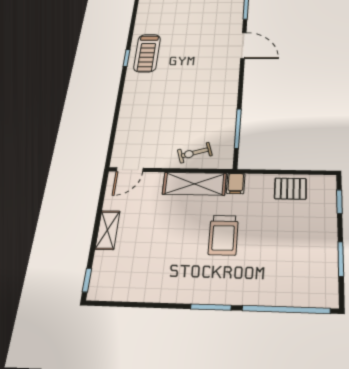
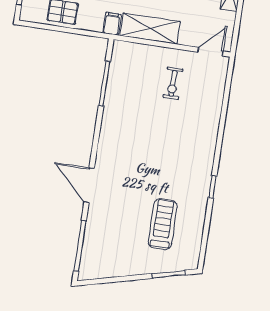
treadmill: (147, 53) -> (163, 224), moved
exercise bike: (195, 153) -> (173, 83), moved, turned 107

